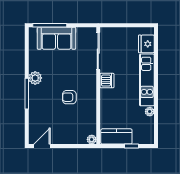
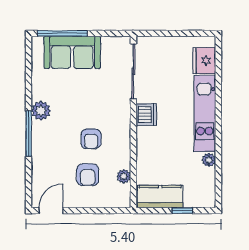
armchair: (69, 97) -> (91, 139), turned -90
armchair: (67, 122) -> (88, 175), added
plant: (92, 139) -> (124, 176), moved

